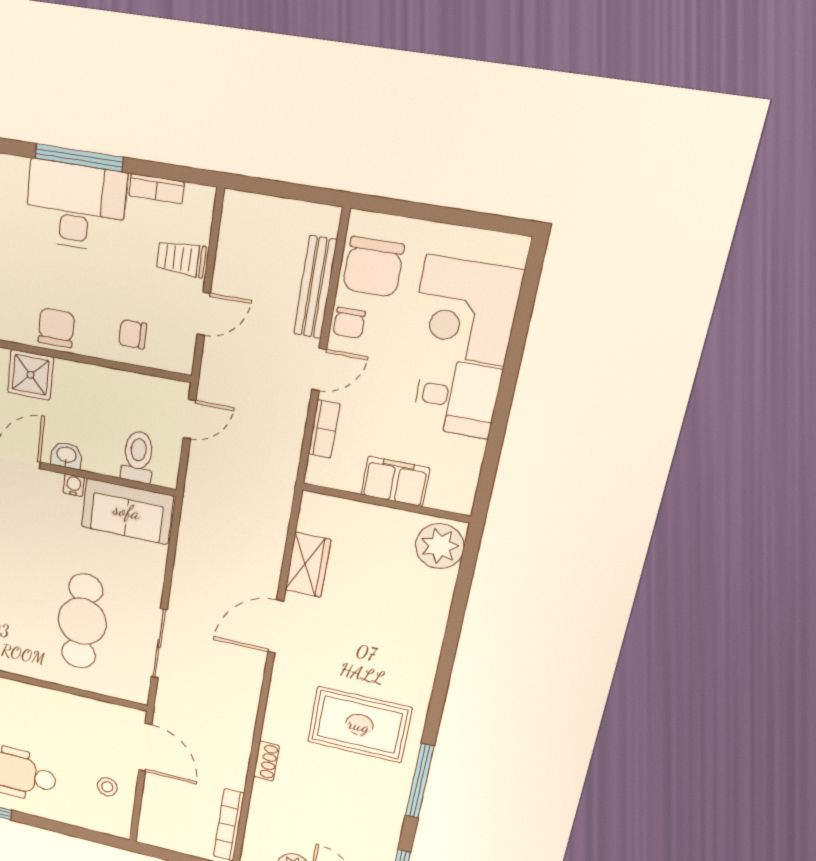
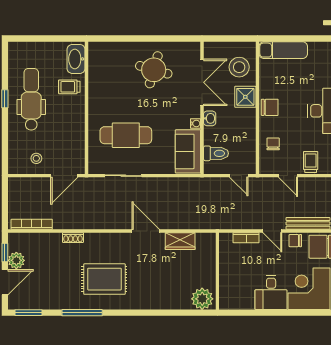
filing cabinet: (395, 481) -> (228, 273), removed
rug: (359, 725) -> (104, 279), turned 90

